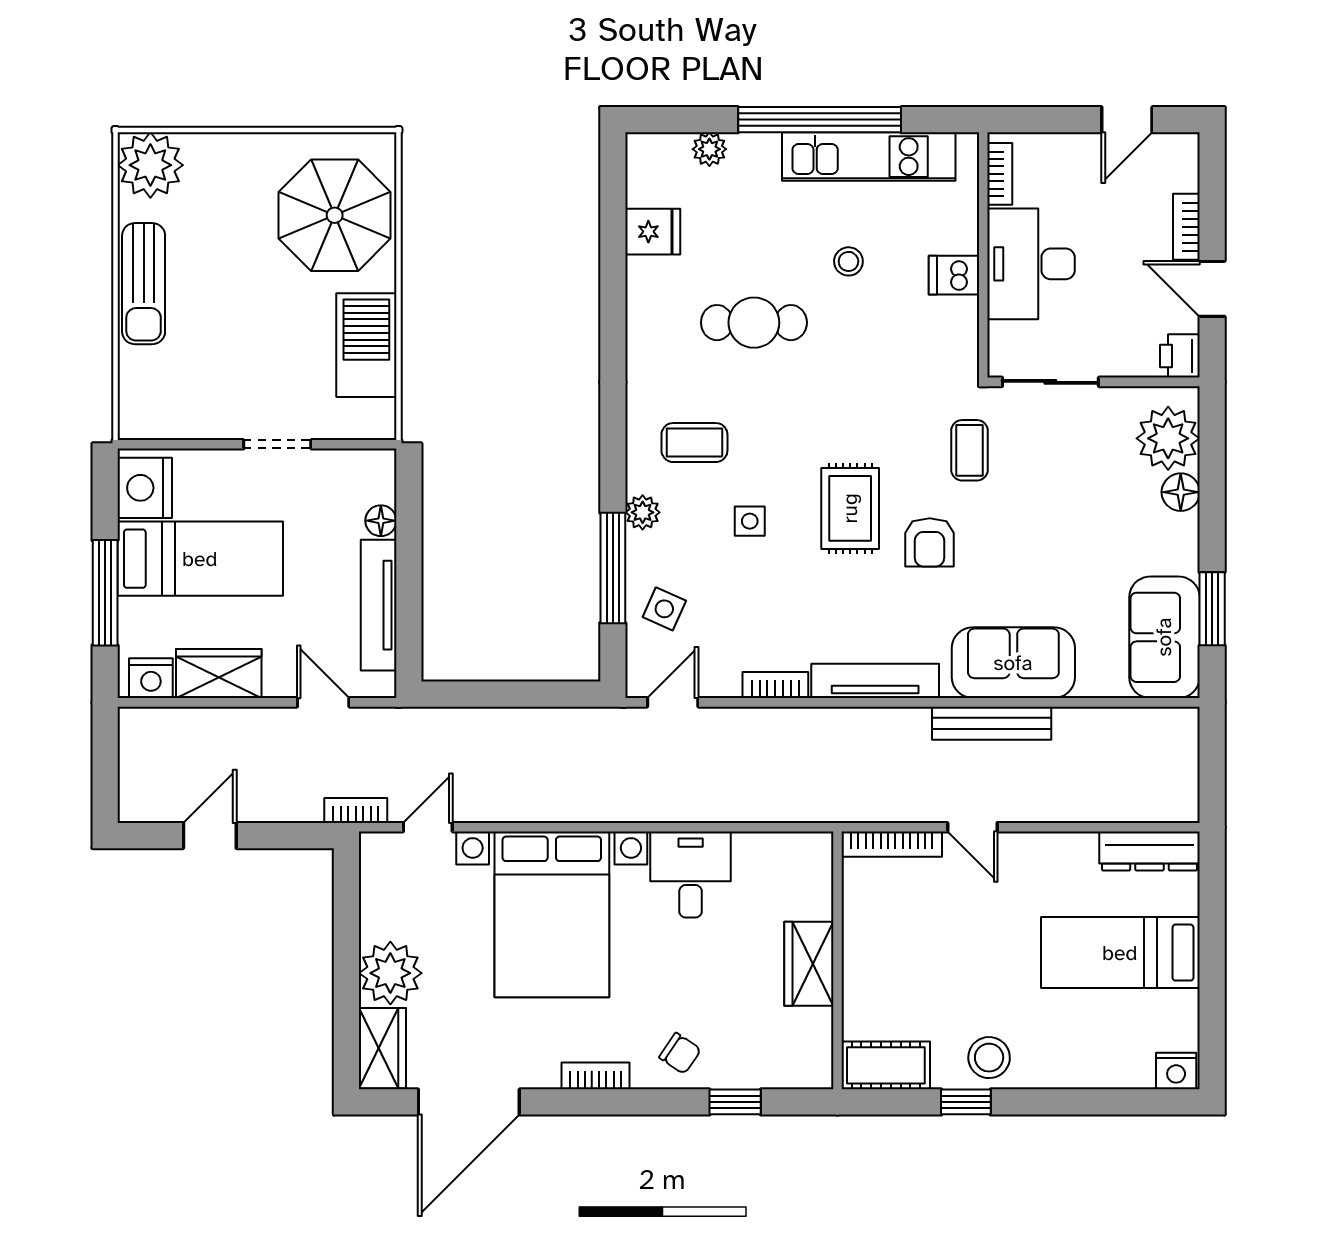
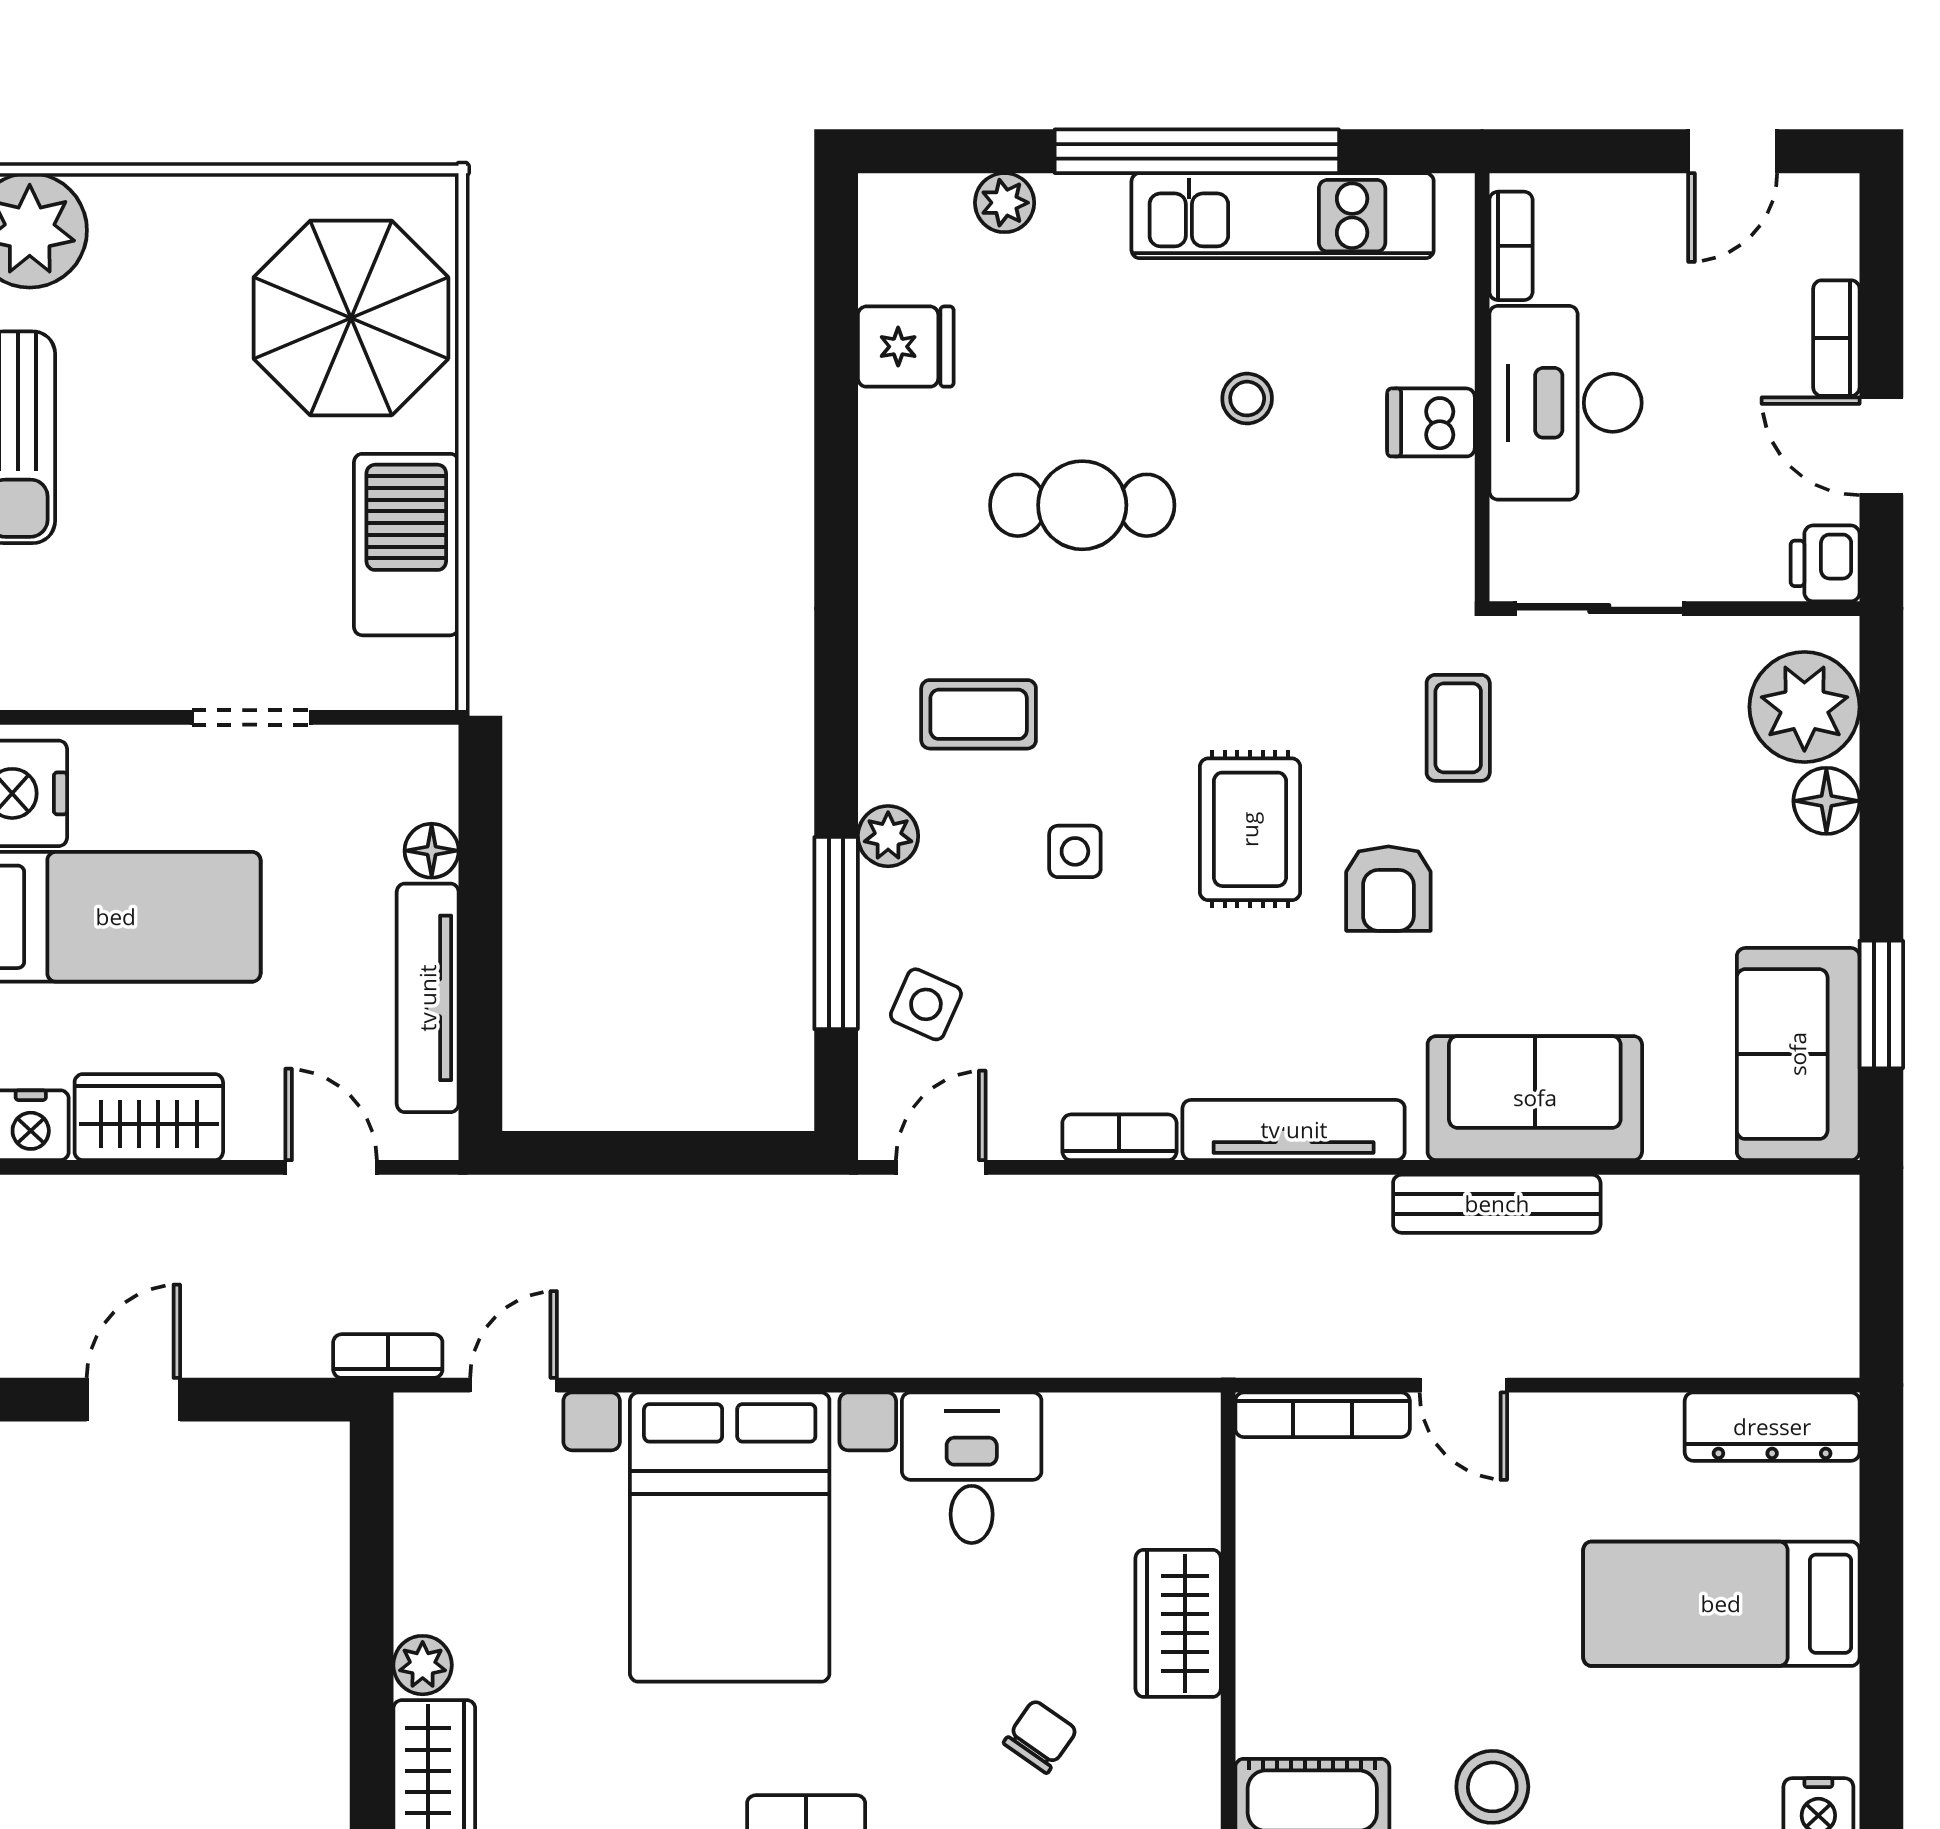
plant: (390, 973) -> (423, 1665), width x0.53, depth x0.53
chair: (680, 1053) -> (1040, 1737), moved, turned -89

